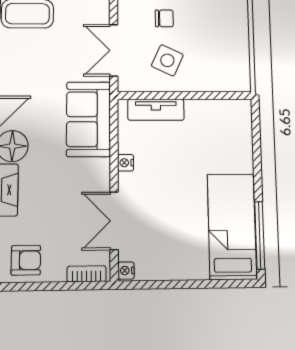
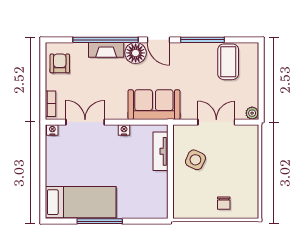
chair: (164, 18) -> (224, 203), moved
double door: (114, 50) -> (216, 122), moved
window: (260, 235) -> (100, 221), moved
armchair: (26, 260) -> (60, 63), turned 180

